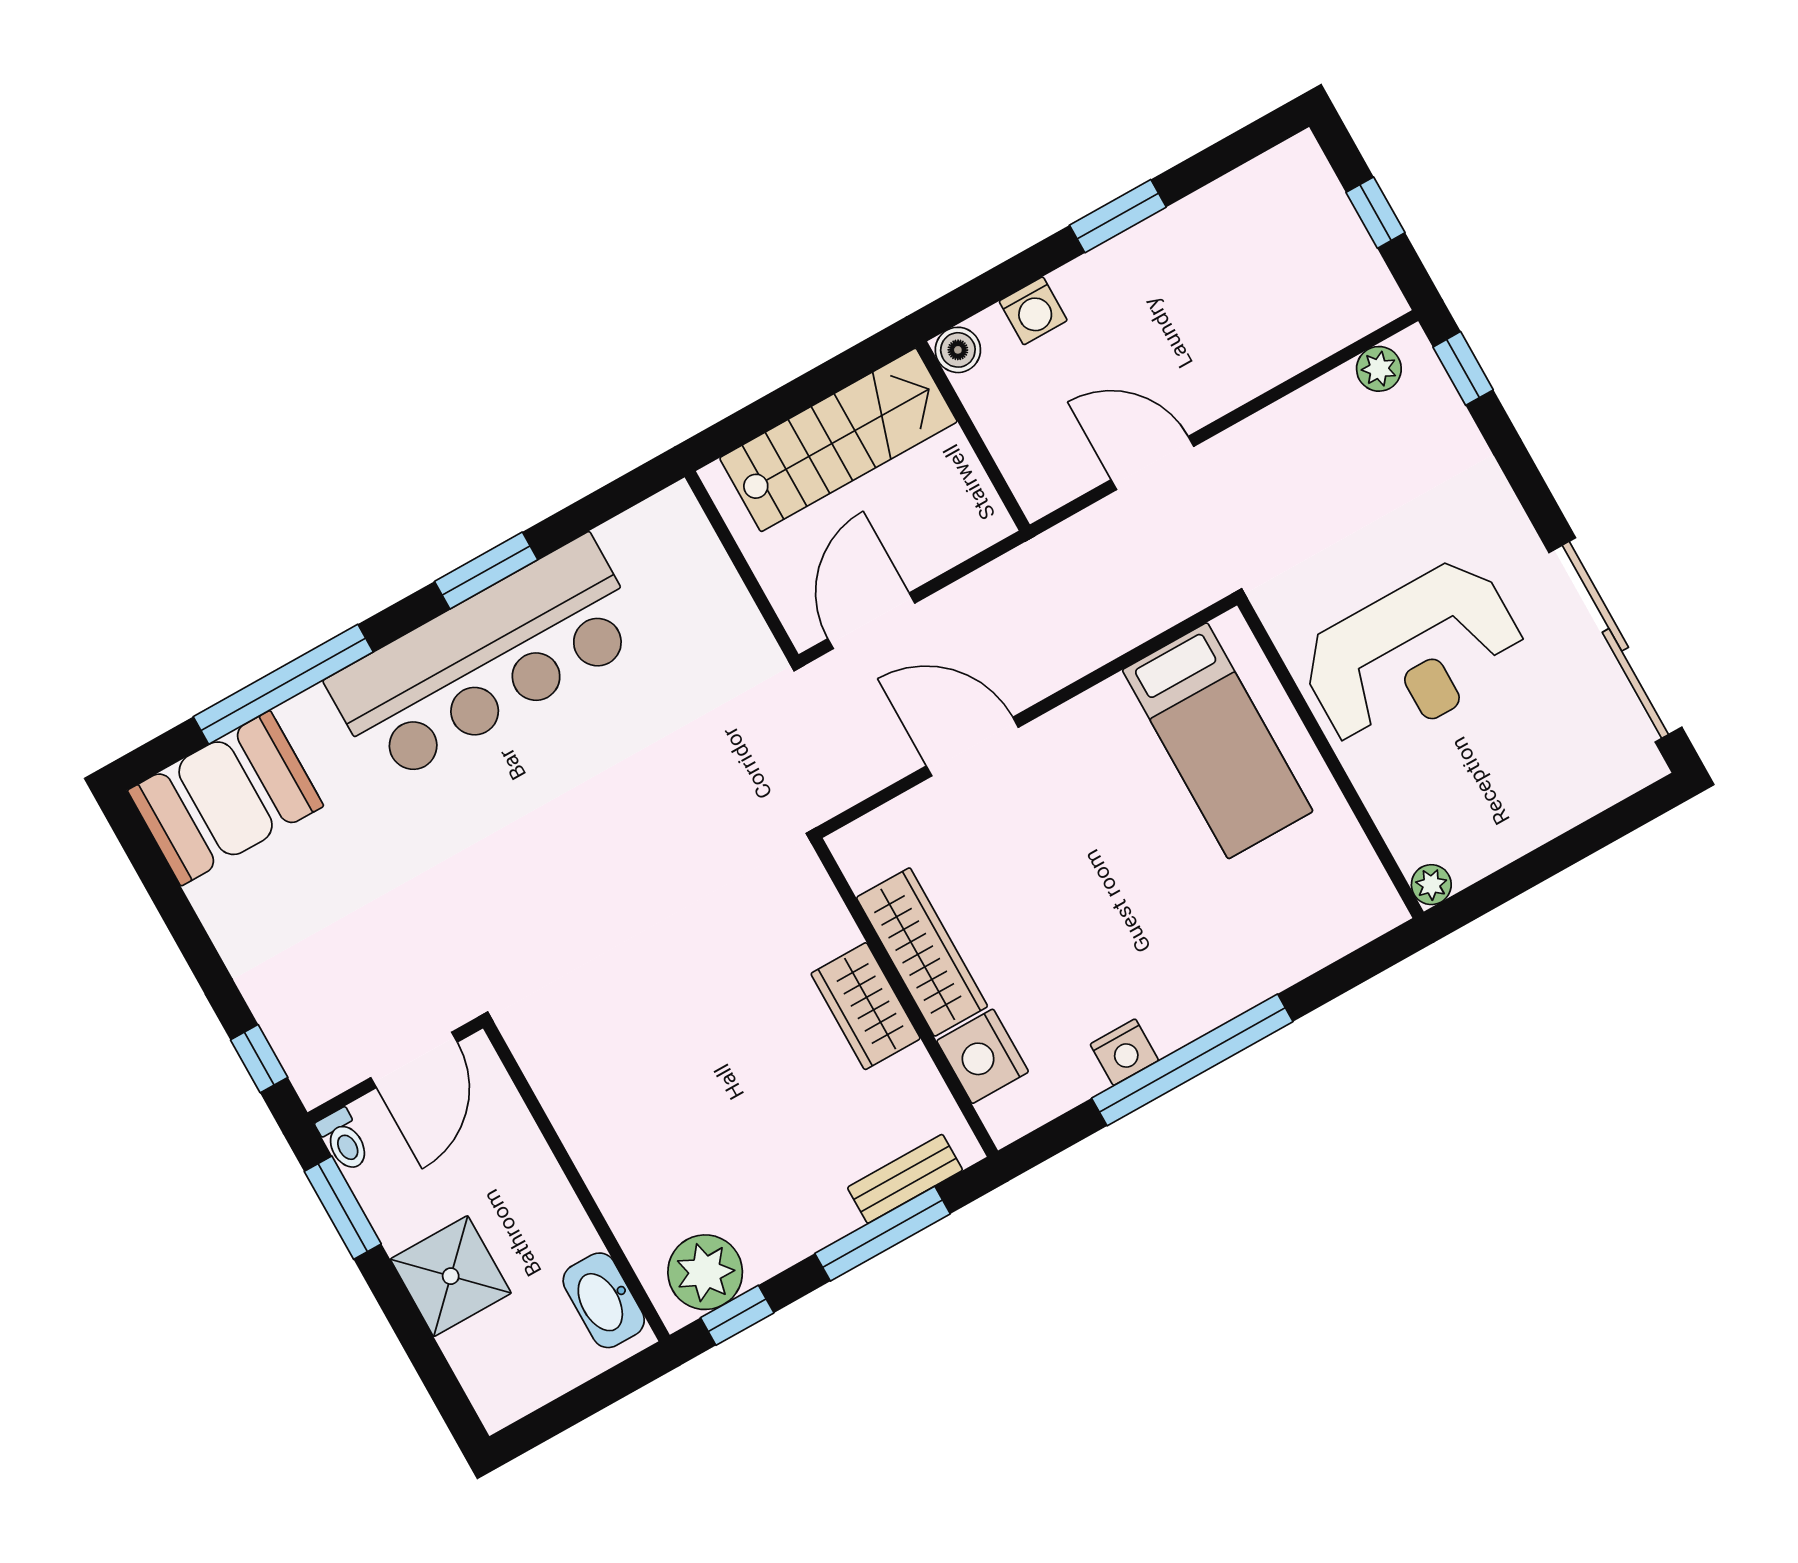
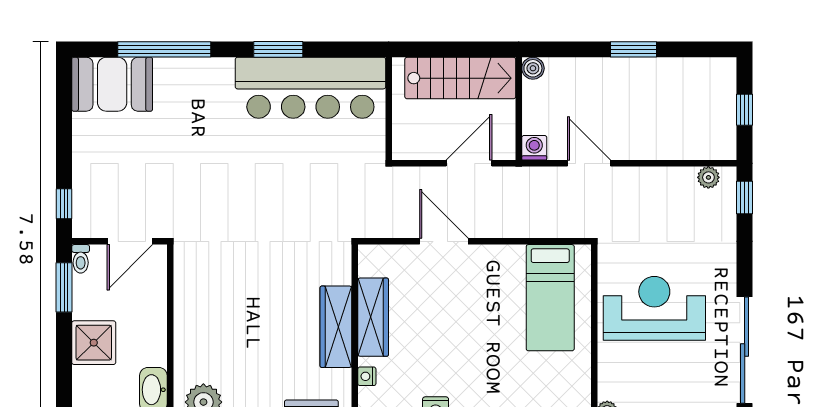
washing machine: (1033, 311) -> (534, 148), moved, turned 180
door: (871, 621) -> (469, 163), moved
reception desk: (1413, 656) -> (654, 308), turned 180
bar counter: (486, 660) -> (310, 88), moved
wardrobe: (866, 1006) -> (336, 327), width x1.50
nightstand: (983, 1056) -> (367, 376), width x0.53, depth x0.56

